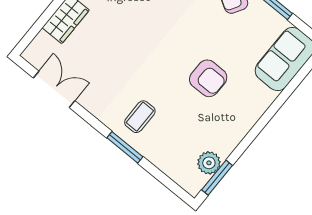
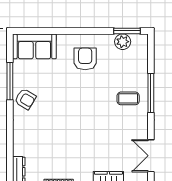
armchair: (208, 78) -> (85, 59), moved
window: (125, 147) -> (151, 93), width x1.44

